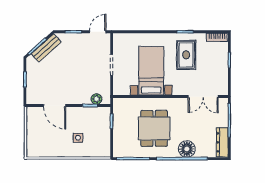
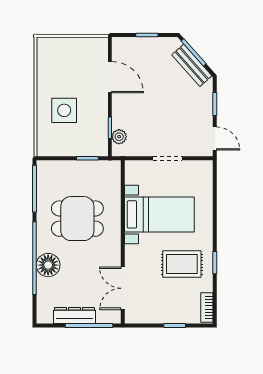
door: (55, 106) -> (110, 77), swing flipped
side table: (78, 138) -> (64, 110), width x1.87, depth x1.87
dresser: (222, 142) -> (74, 315), moved

